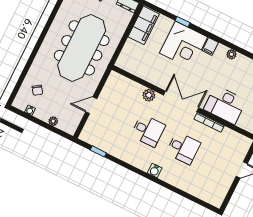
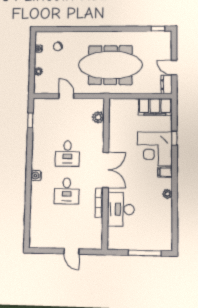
plant: (149, 95) -> (98, 117), moved

